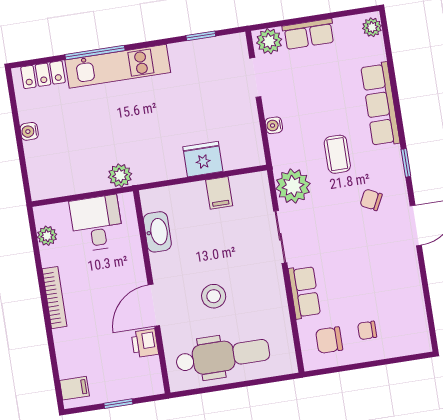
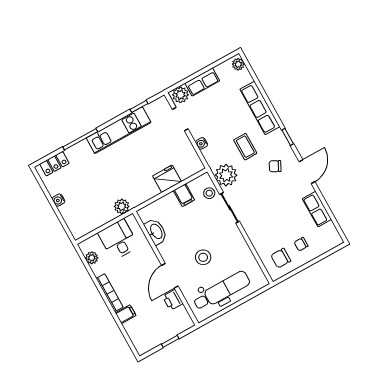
kitchen unit: (118, 66) -> (119, 130), moved
stool: (258, 204) -> (209, 193), added
row of seats: (304, 292) -> (317, 209), moved, turned 180
filing cabinet: (74, 388) -> (126, 314), moved

